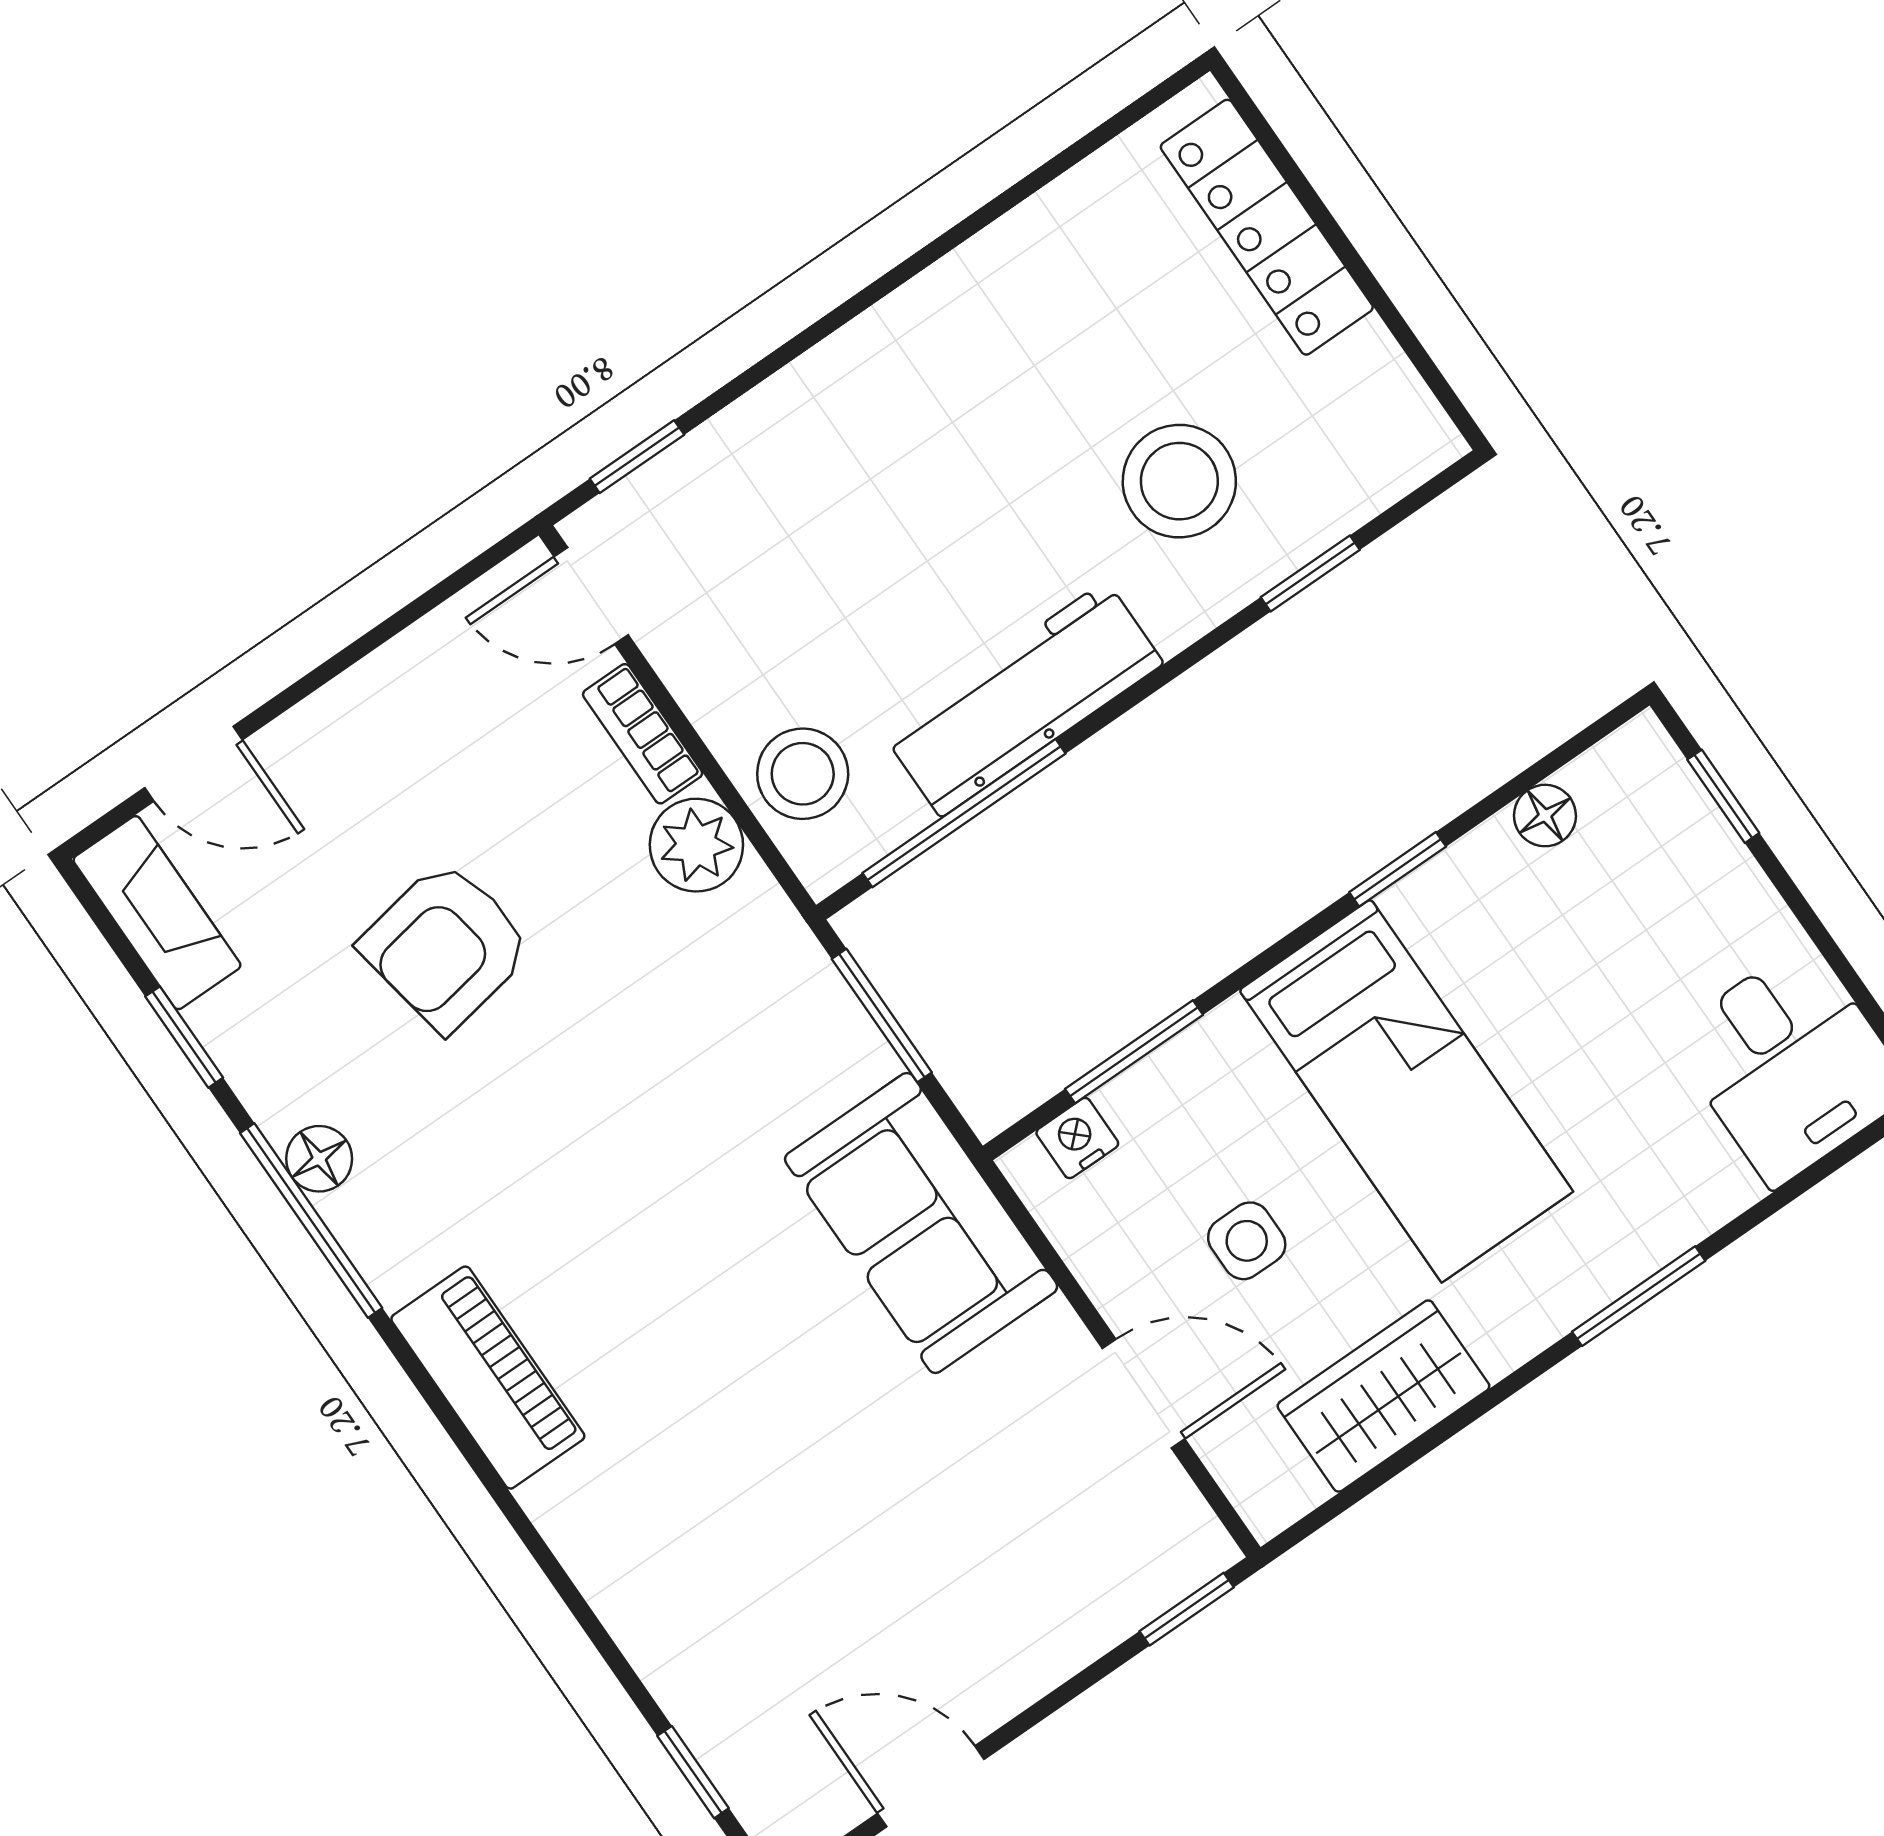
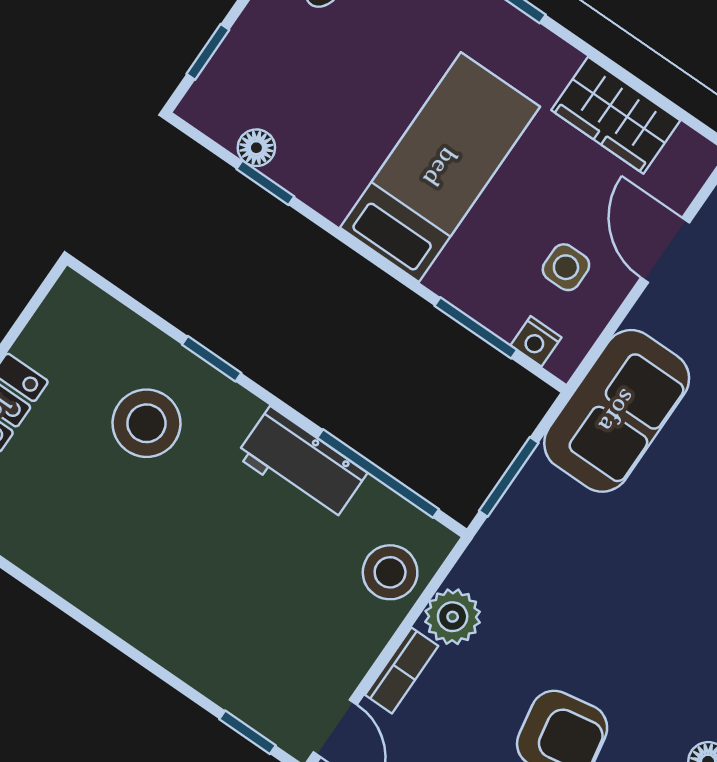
window: (1310, 573) -> (212, 359), moved
workbench: (1024, 699) -> (301, 464), width x0.73
window: (1398, 869) -> (265, 183), moved
side table: (1247, 1241) -> (566, 267), moved

